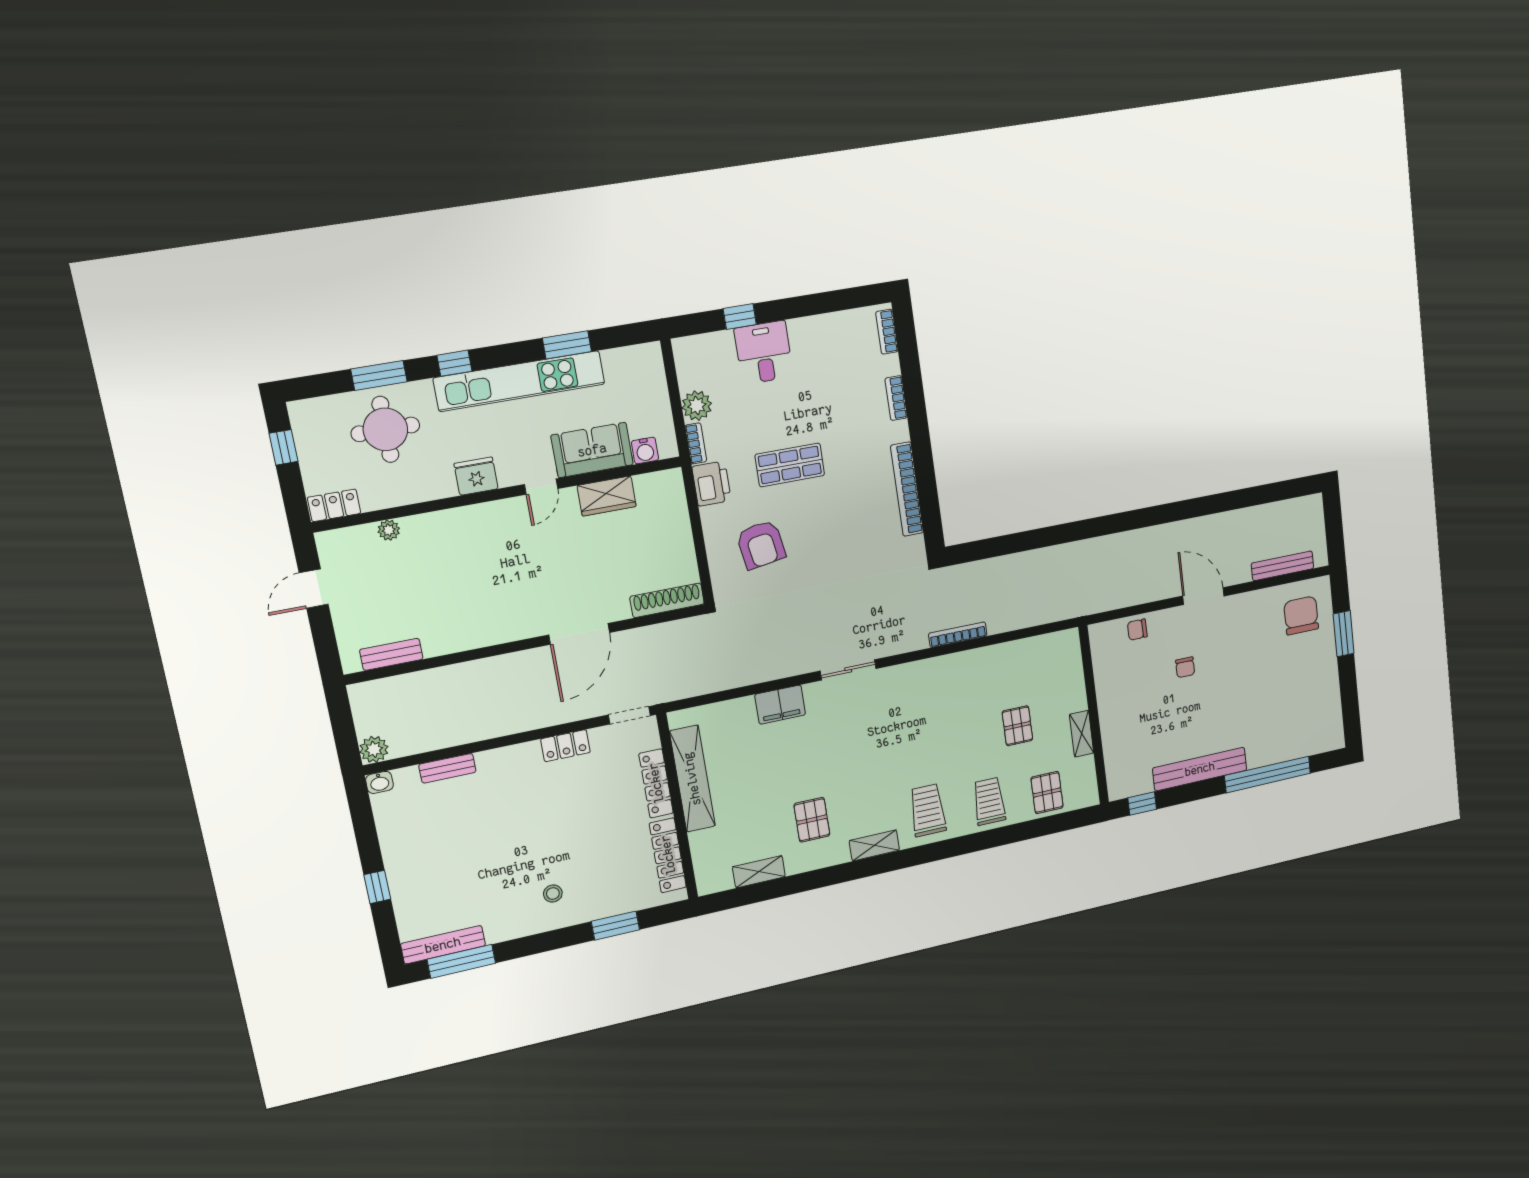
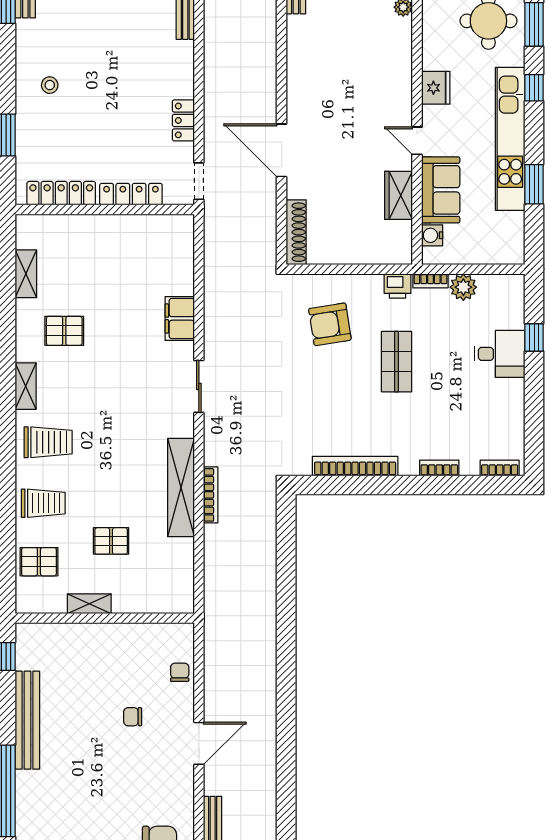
printer: (712, 484) -> (398, 286), width x0.73, depth x0.81
shelving: (692, 779) -> (181, 488), moved, turned 90

